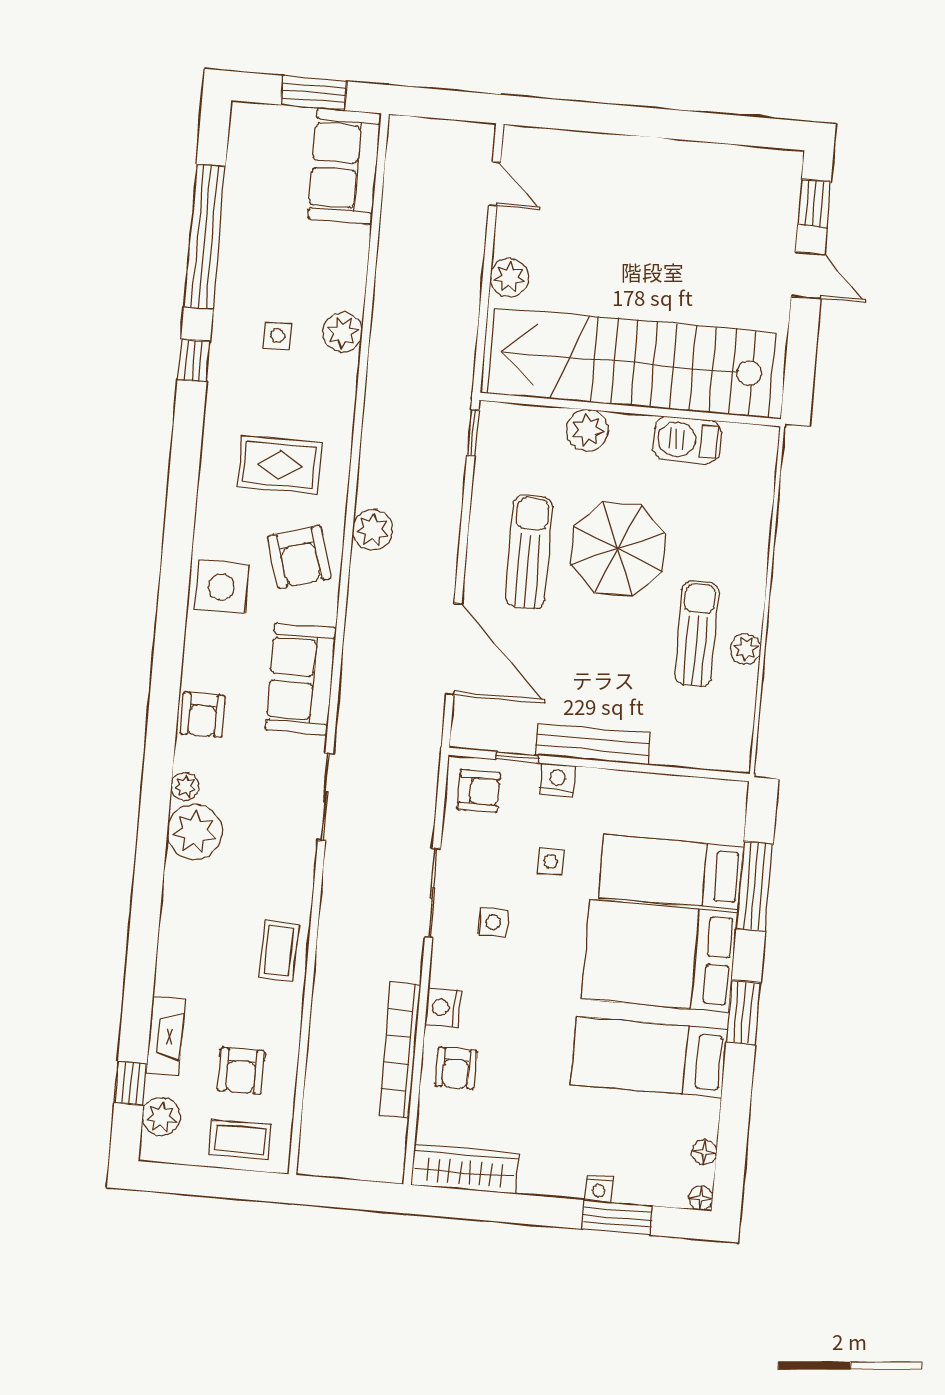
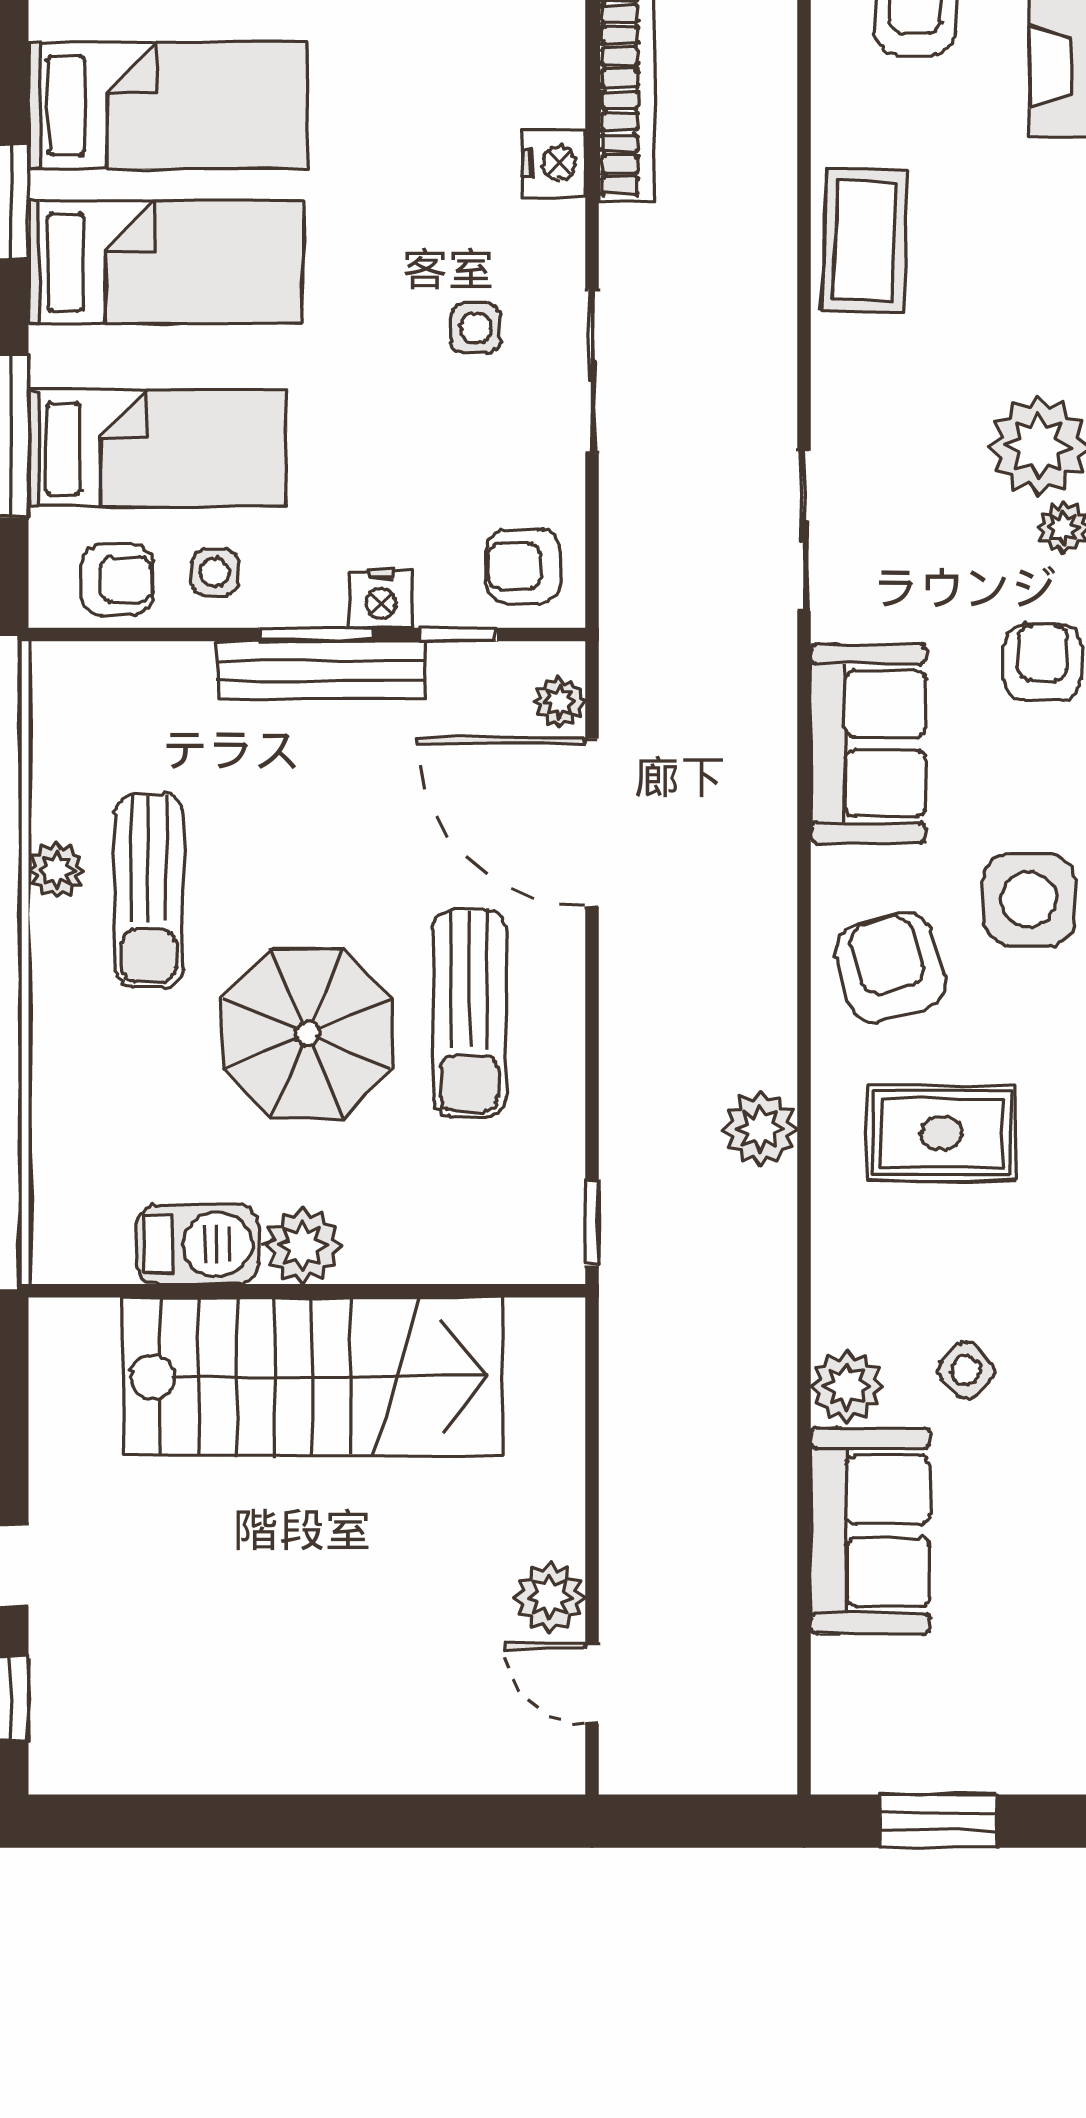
sofa: (345, 166) -> (870, 1531), moved
plant: (509, 278) -> (550, 1597), moved
side table: (278, 336) -> (966, 1370), turned 45
stairs: (631, 363) -> (313, 1377), width x0.73
plant: (587, 430) -> (302, 1246), moved
plant: (373, 530) -> (760, 1129), moved
plant: (466, 716) -> (560, 702), added
window: (594, 764) -> (316, 634), added
side table: (551, 861) -> (215, 572), moved
coffee table: (279, 951) -> (865, 241), width x1.36, depth x1.30
bed: (660, 956) -> (165, 262), width x0.67
armchair: (456, 1068) -> (117, 580), moved, turned 90

